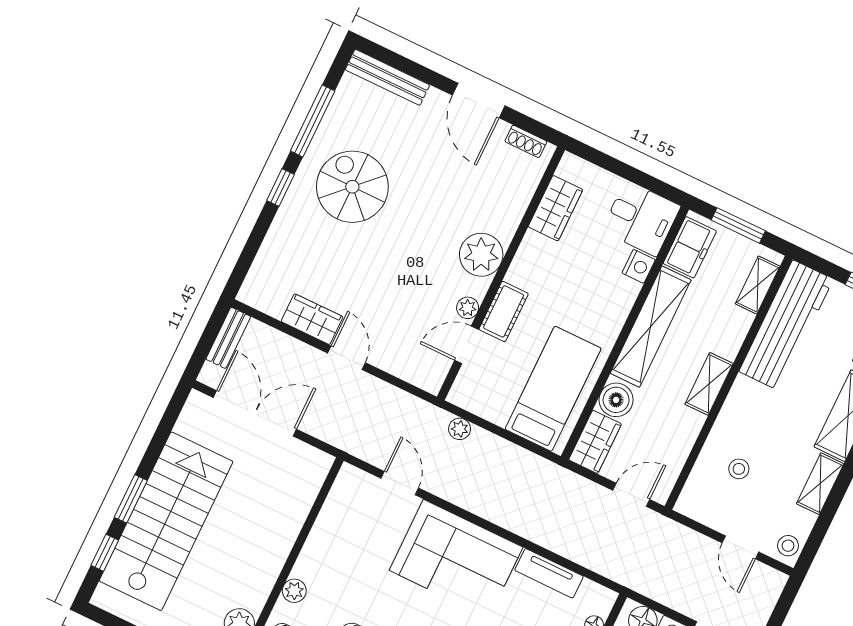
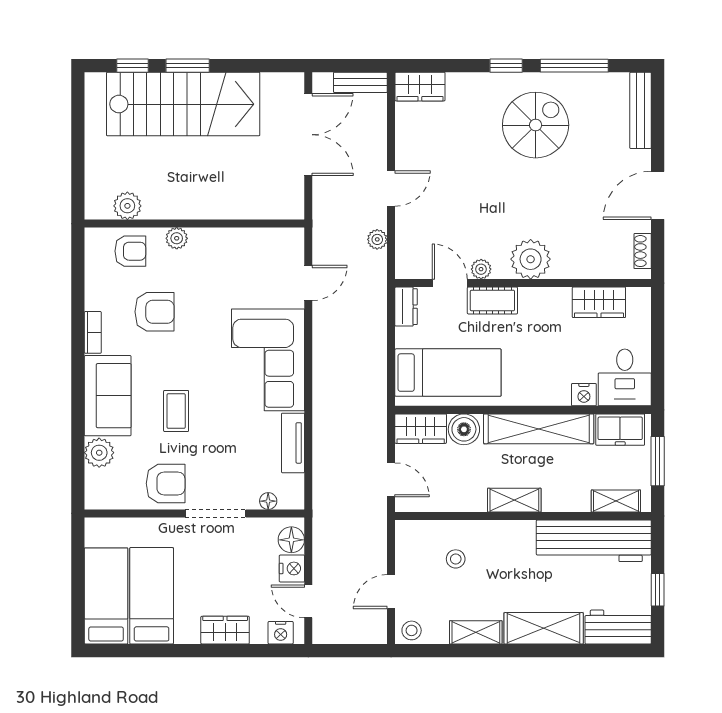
wardrobe: (312, 319) -> (420, 87), moved, turned 90
dresser: (469, 399) -> (406, 307), added
plant: (460, 429) -> (377, 239), moved

